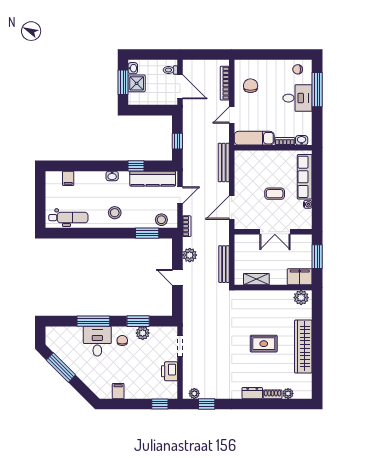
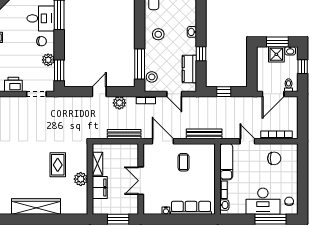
window: (150, 55) -> (303, 67), added
desk: (297, 98) -> (263, 201), width x1.37
kitchen counter: (153, 179) -> (189, 69), width x0.67
coffee table: (275, 194) -> (184, 162), moved
window: (147, 233) -> (140, 64), width x1.44
bench: (224, 264) -> (124, 134), moved
filing cabinet: (300, 277) -> (100, 187), moved
plant: (301, 298) -> (81, 179), moved
window: (138, 321) -> (59, 70), moved
rug: (264, 344) -> (58, 165), moved

